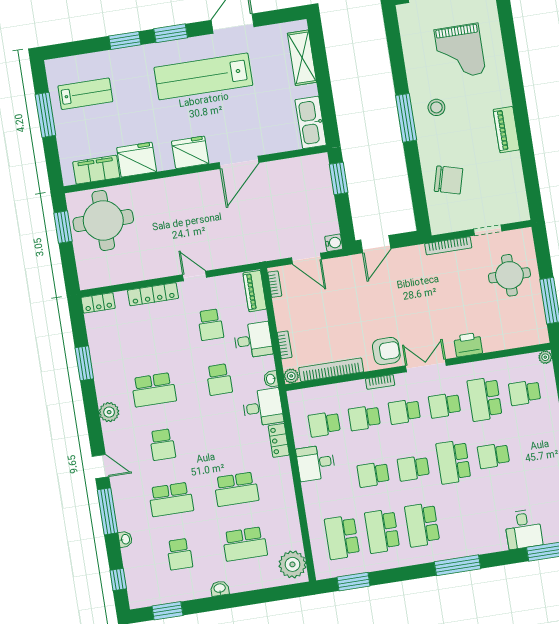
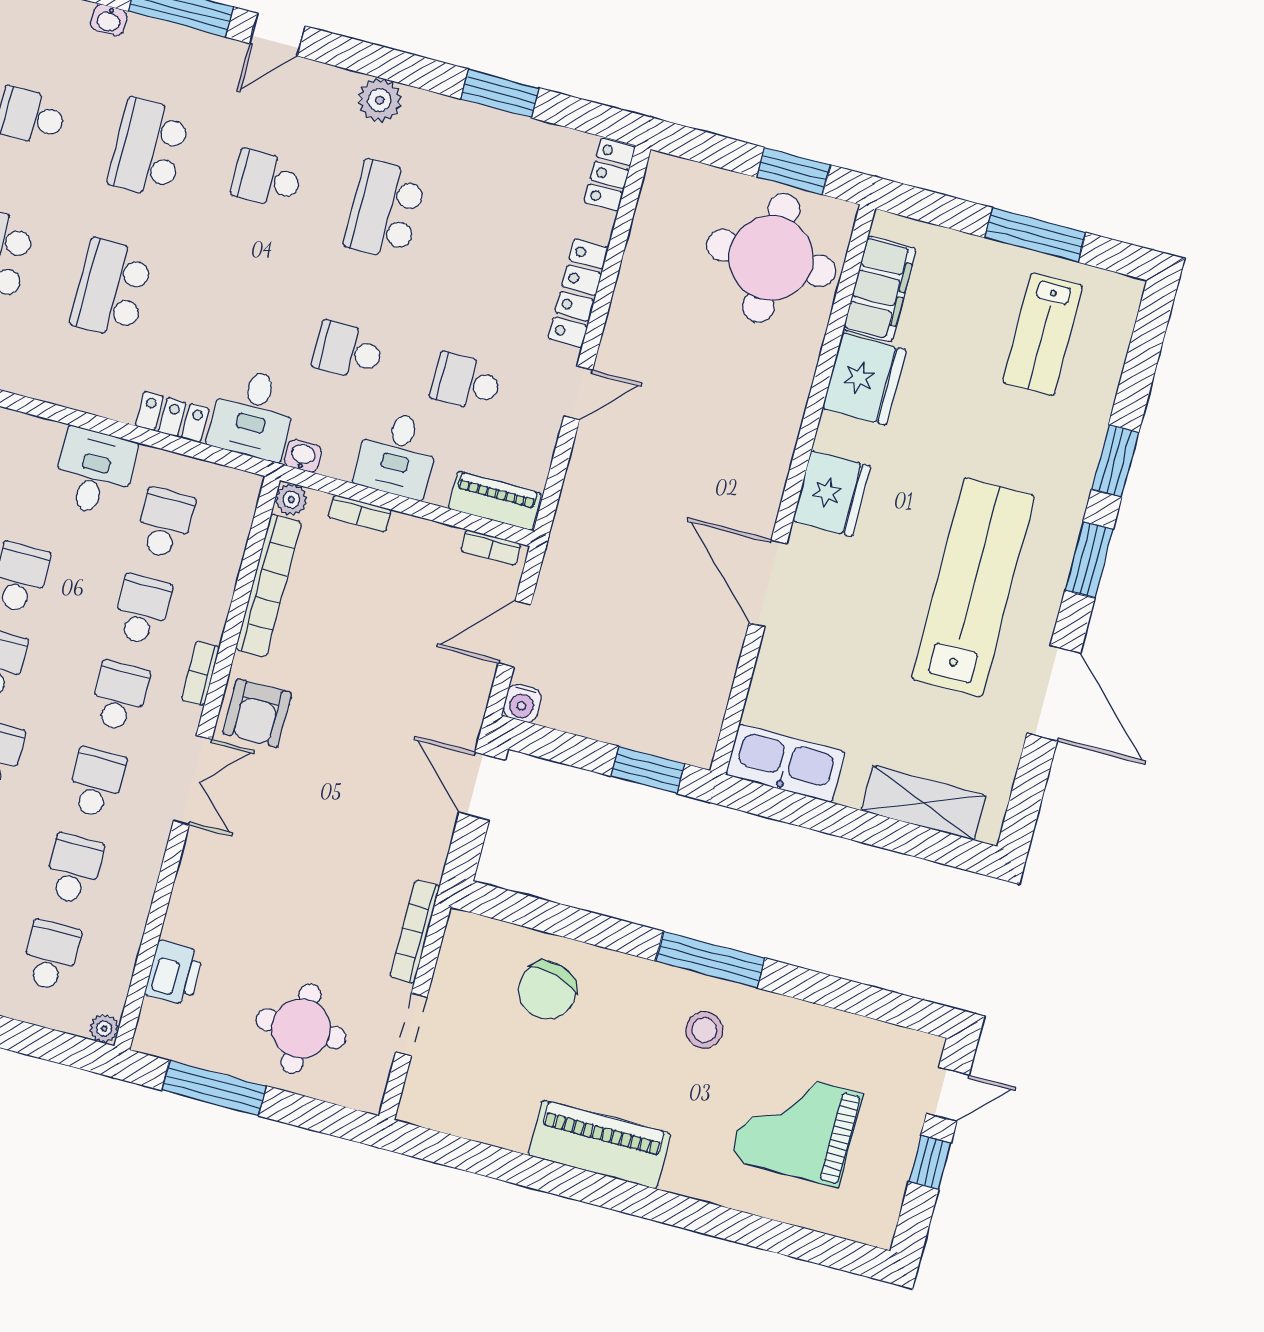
piano: (506, 130) -> (599, 1144), width x1.37, depth x1.33
printer: (468, 345) -> (174, 973), moved
school desk: (485, 399) -> (74, 869), width x0.54

